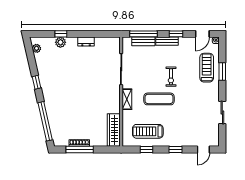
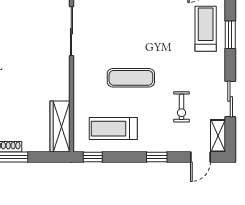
exercise bike: (171, 77) -> (181, 107), moved
shelving: (127, 99) -> (218, 136), moved
window: (146, 150) -> (93, 157), moved

